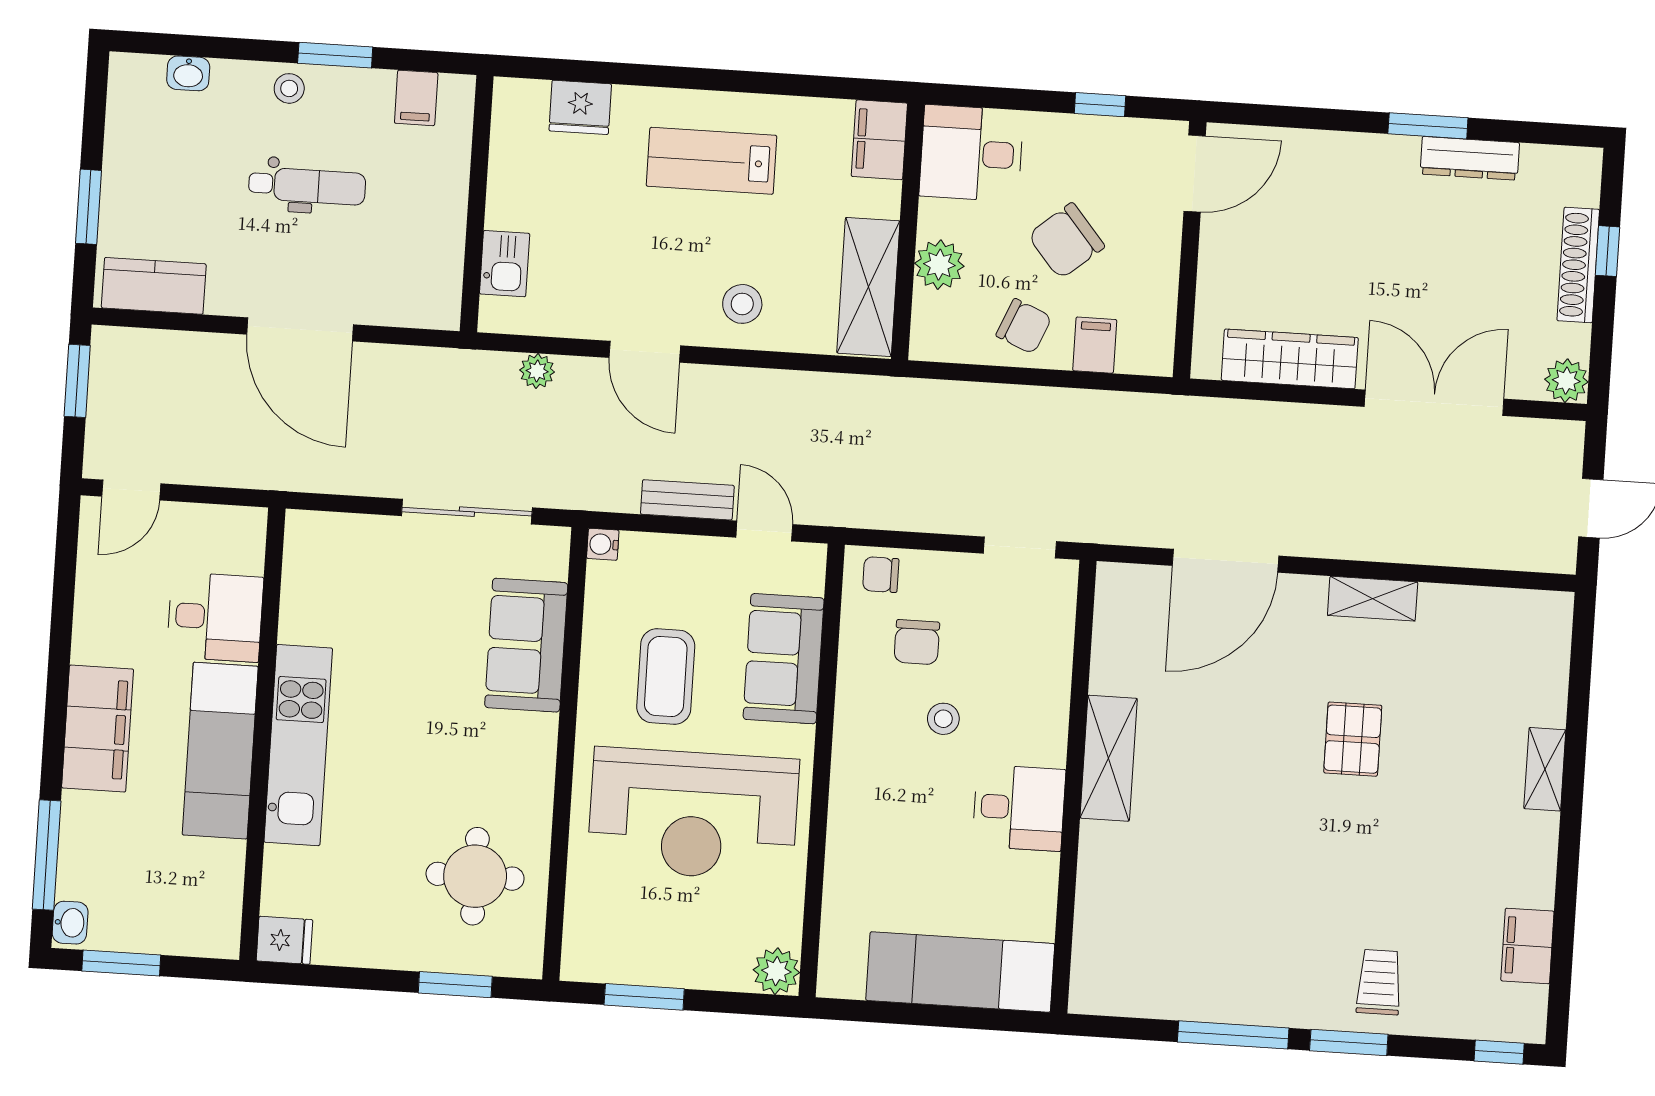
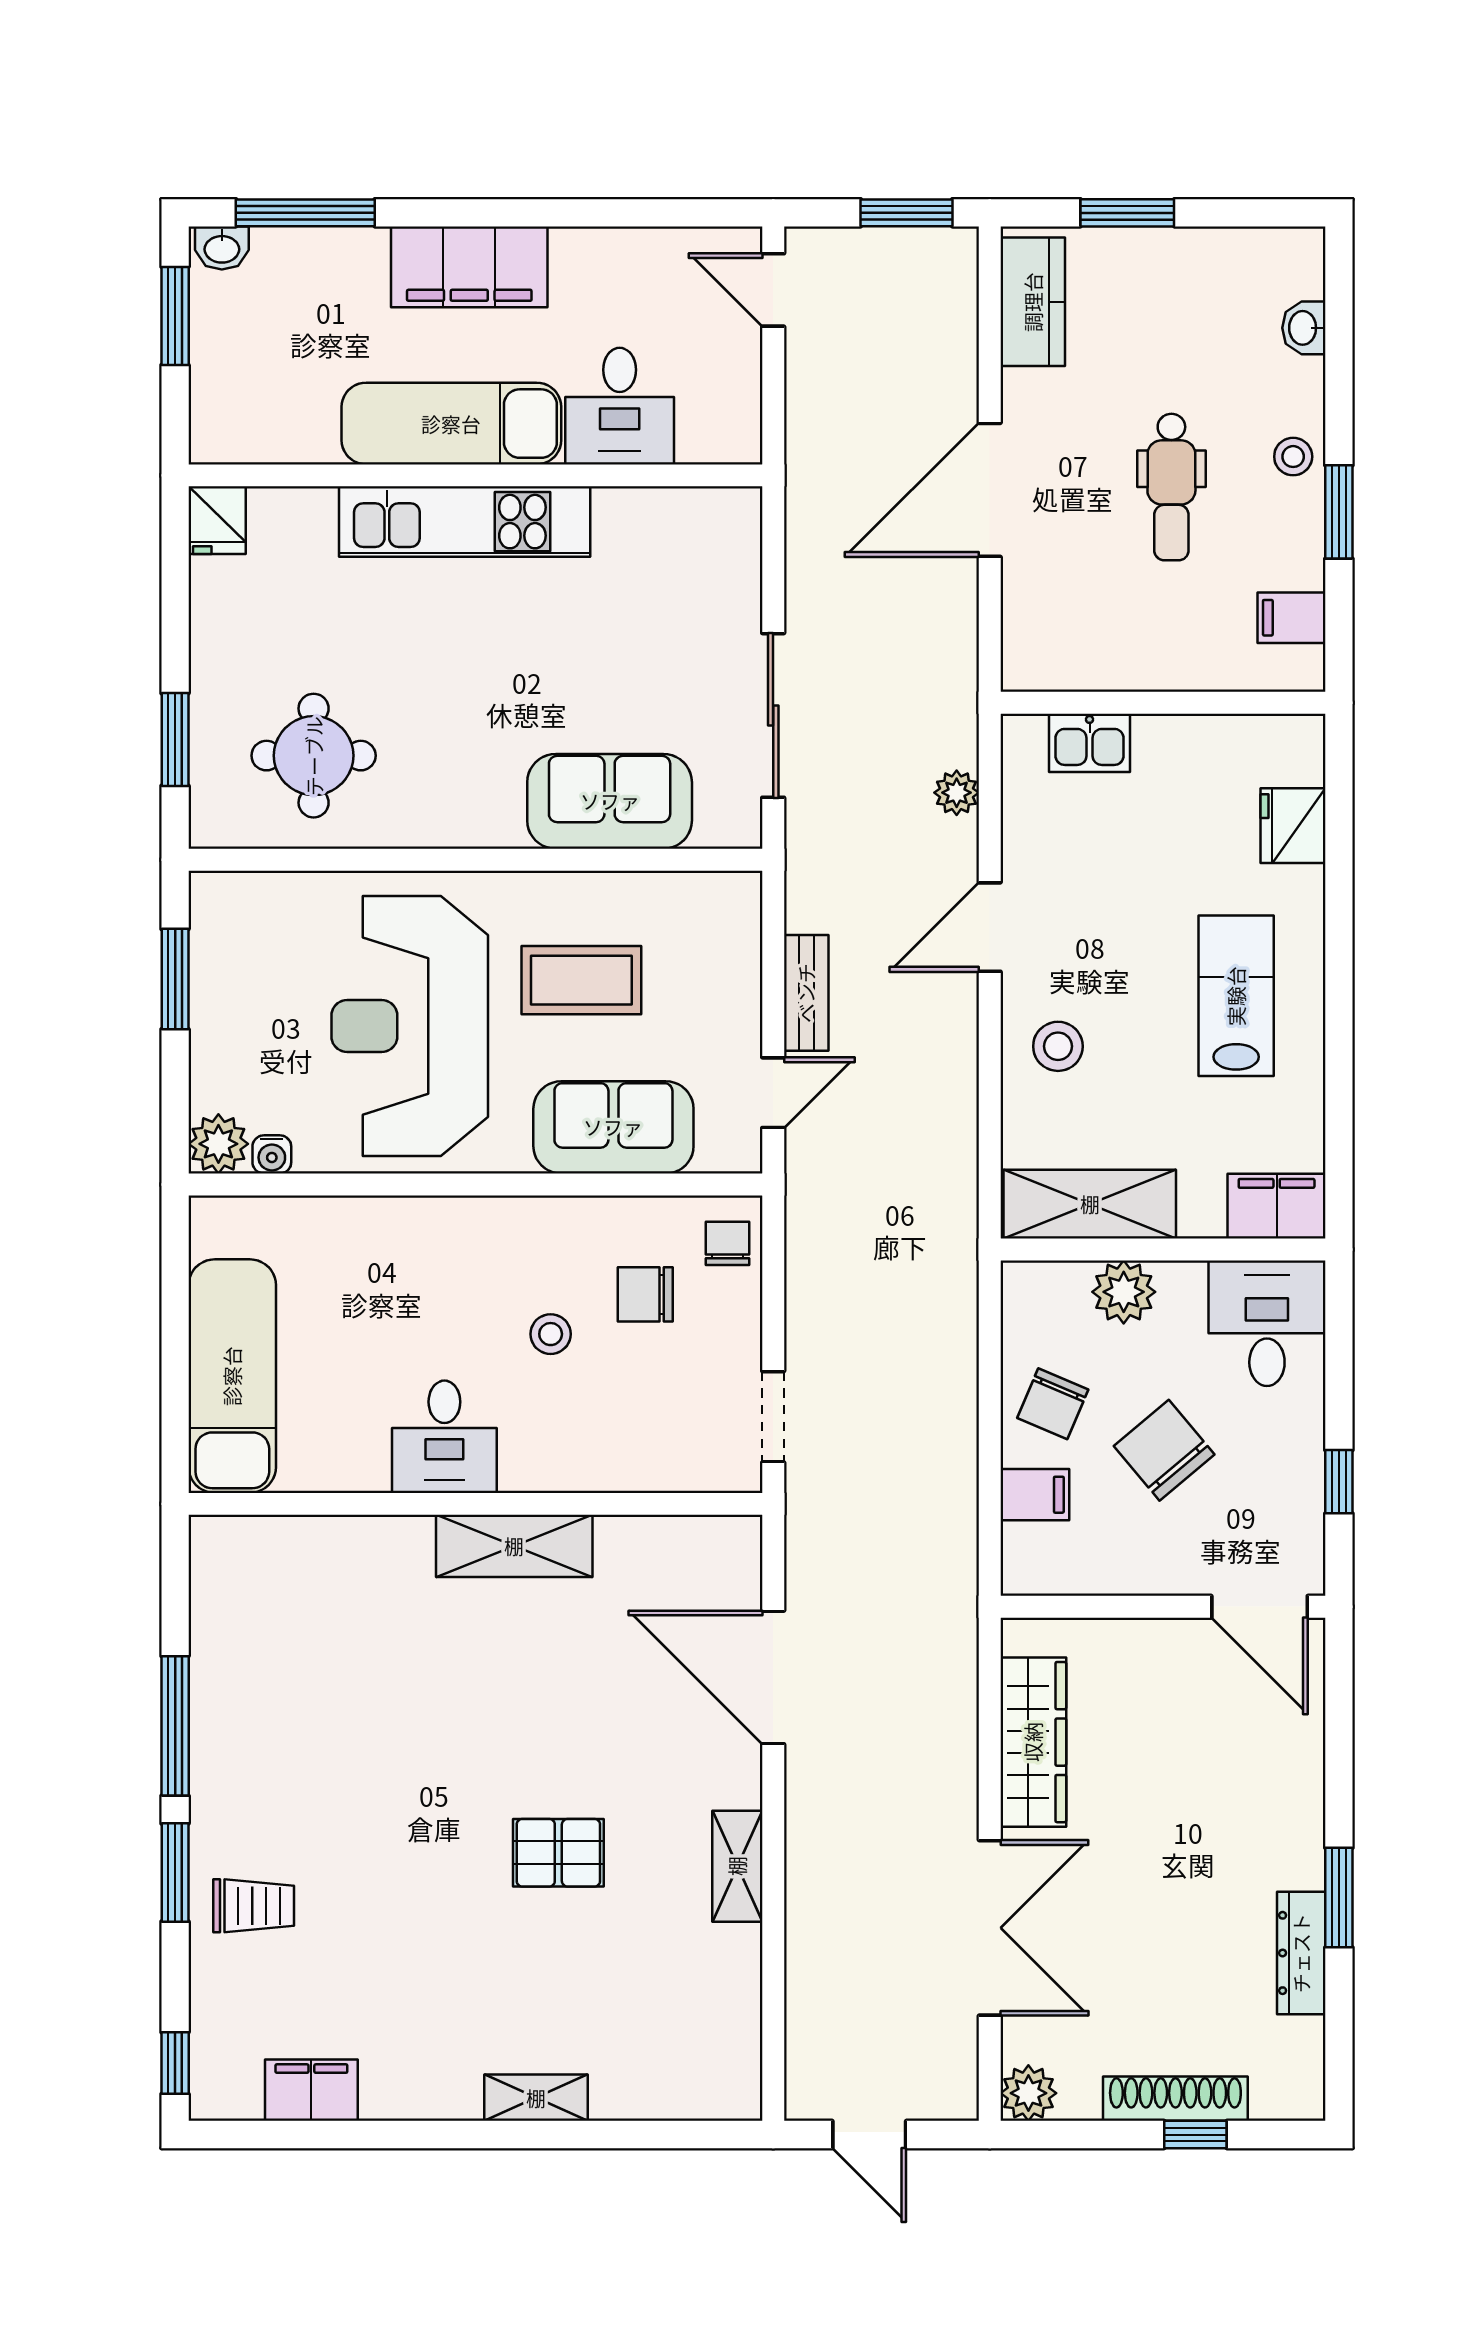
water cooler: (603, 544) -> (272, 1154), moved, turned 180

